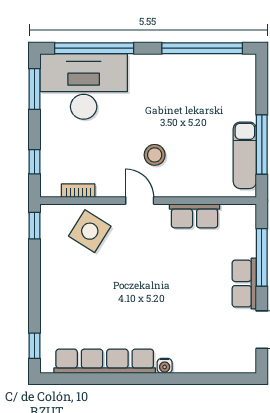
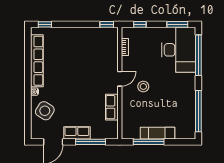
exam couch: (245, 155) -> (157, 133), moved
side table: (90, 231) -> (45, 111), moved

